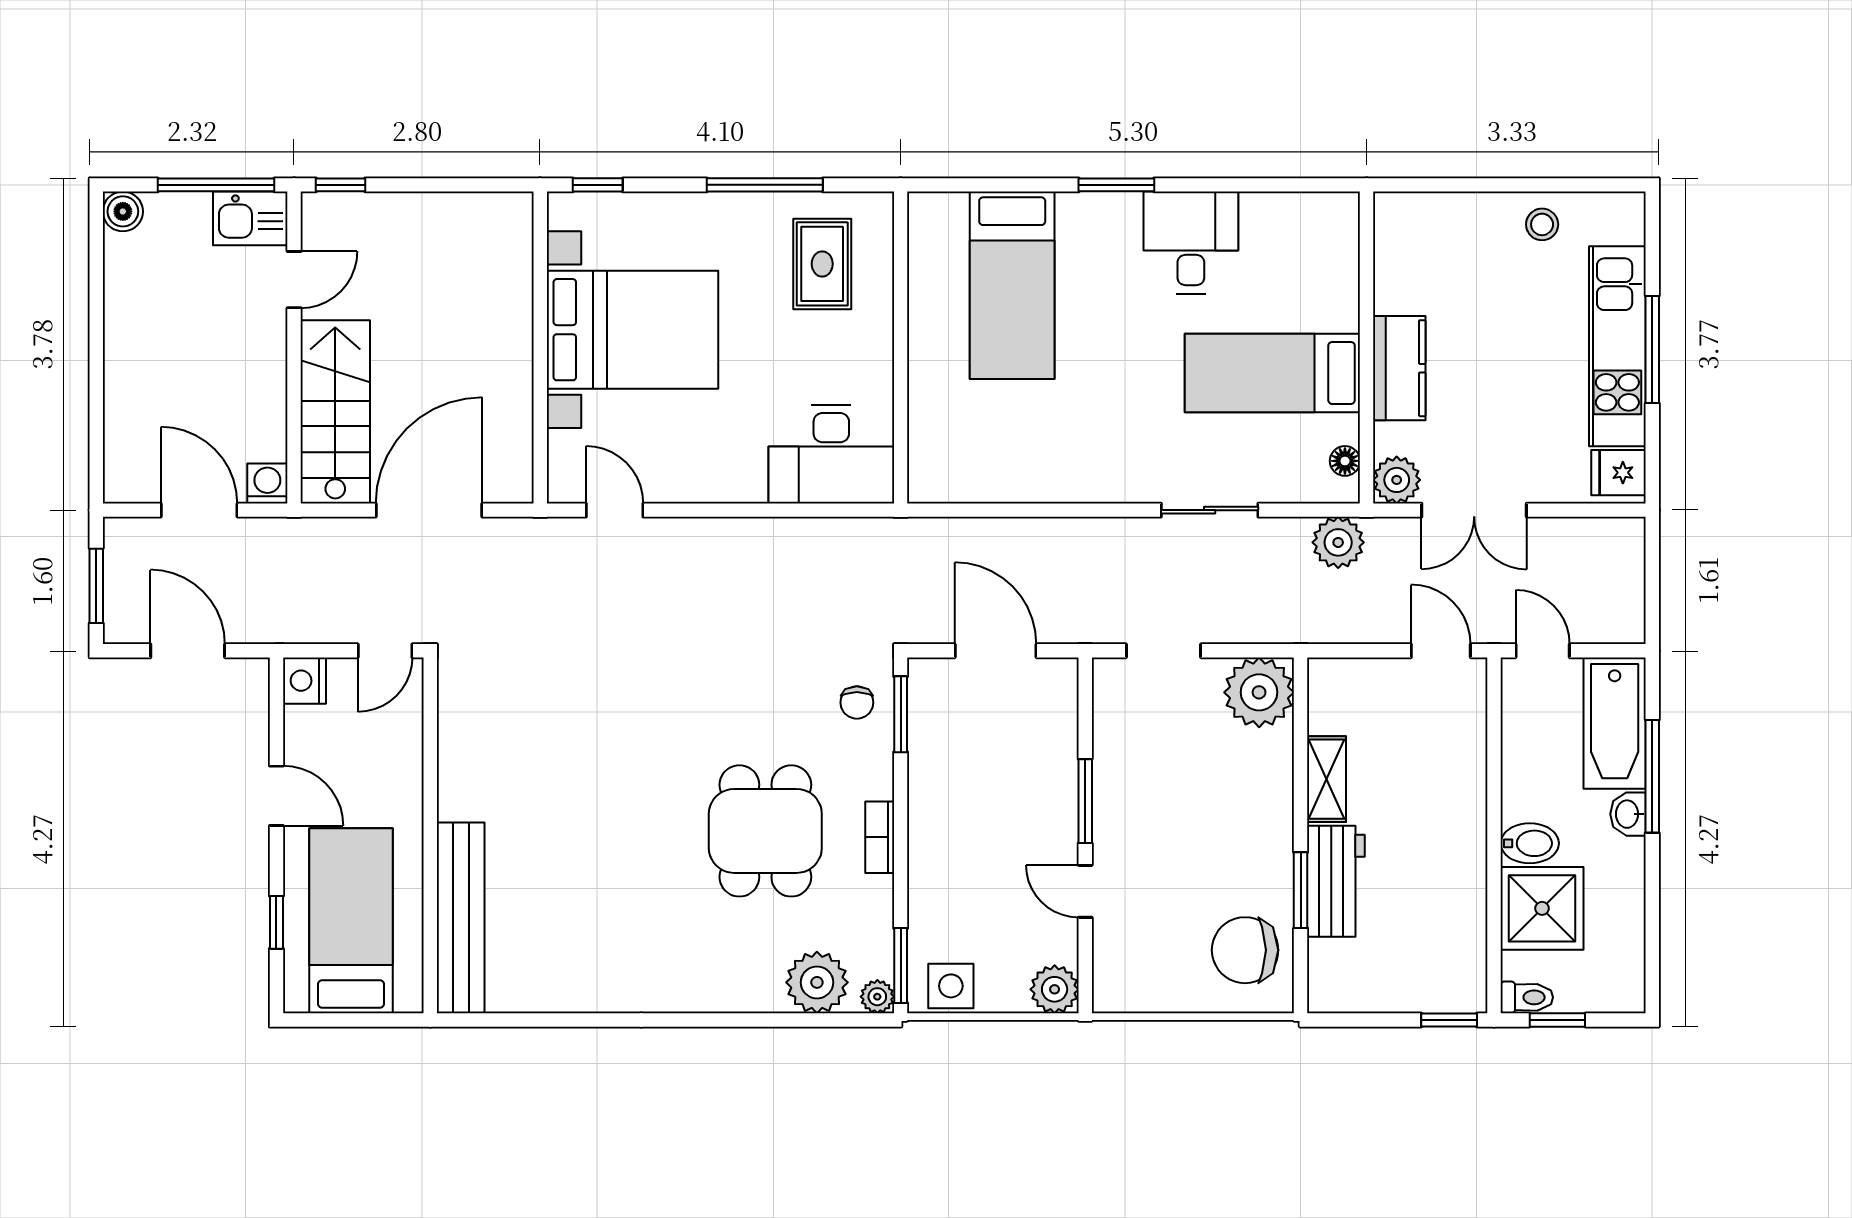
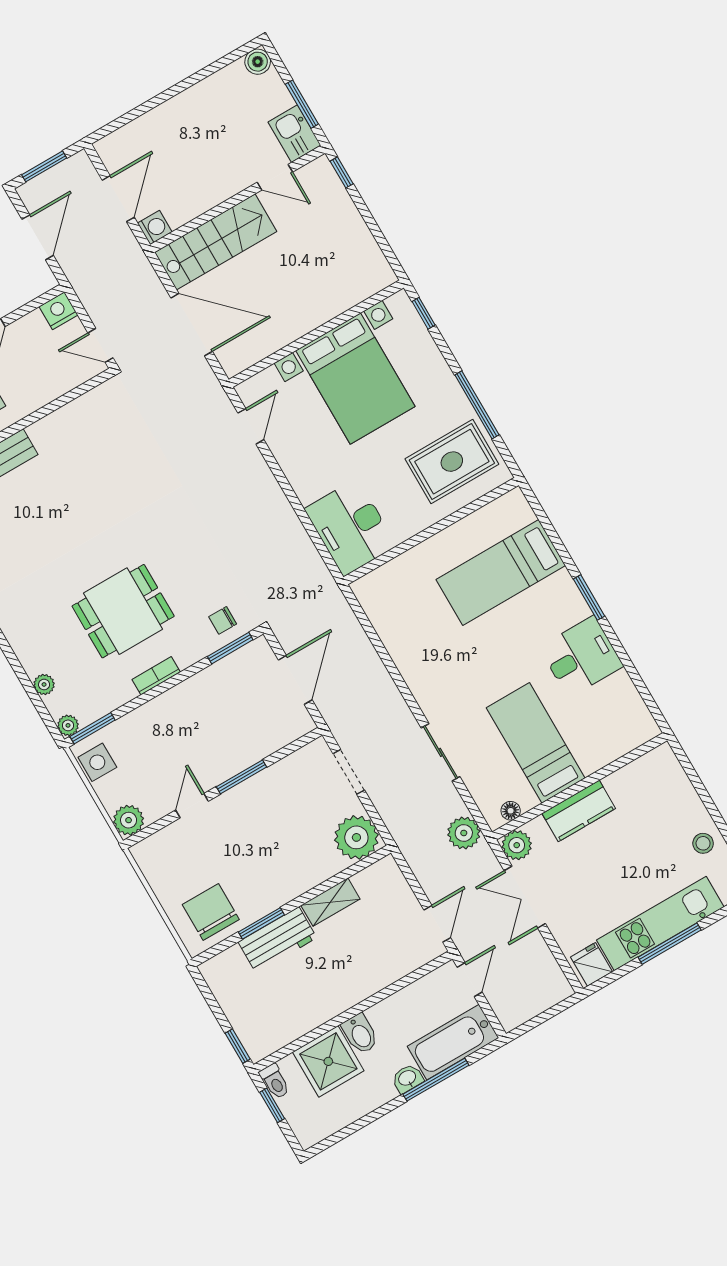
window: (216, 185) -> (302, 104), width x0.69
rug: (822, 264) -> (452, 462), width x1.36, depth x1.43
plant: (817, 982) -> (44, 684), width x0.53, depth x0.53

